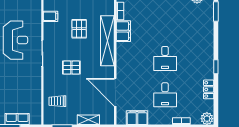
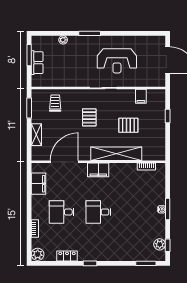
filing cabinet: (123, 31) -> (98, 170), moved

